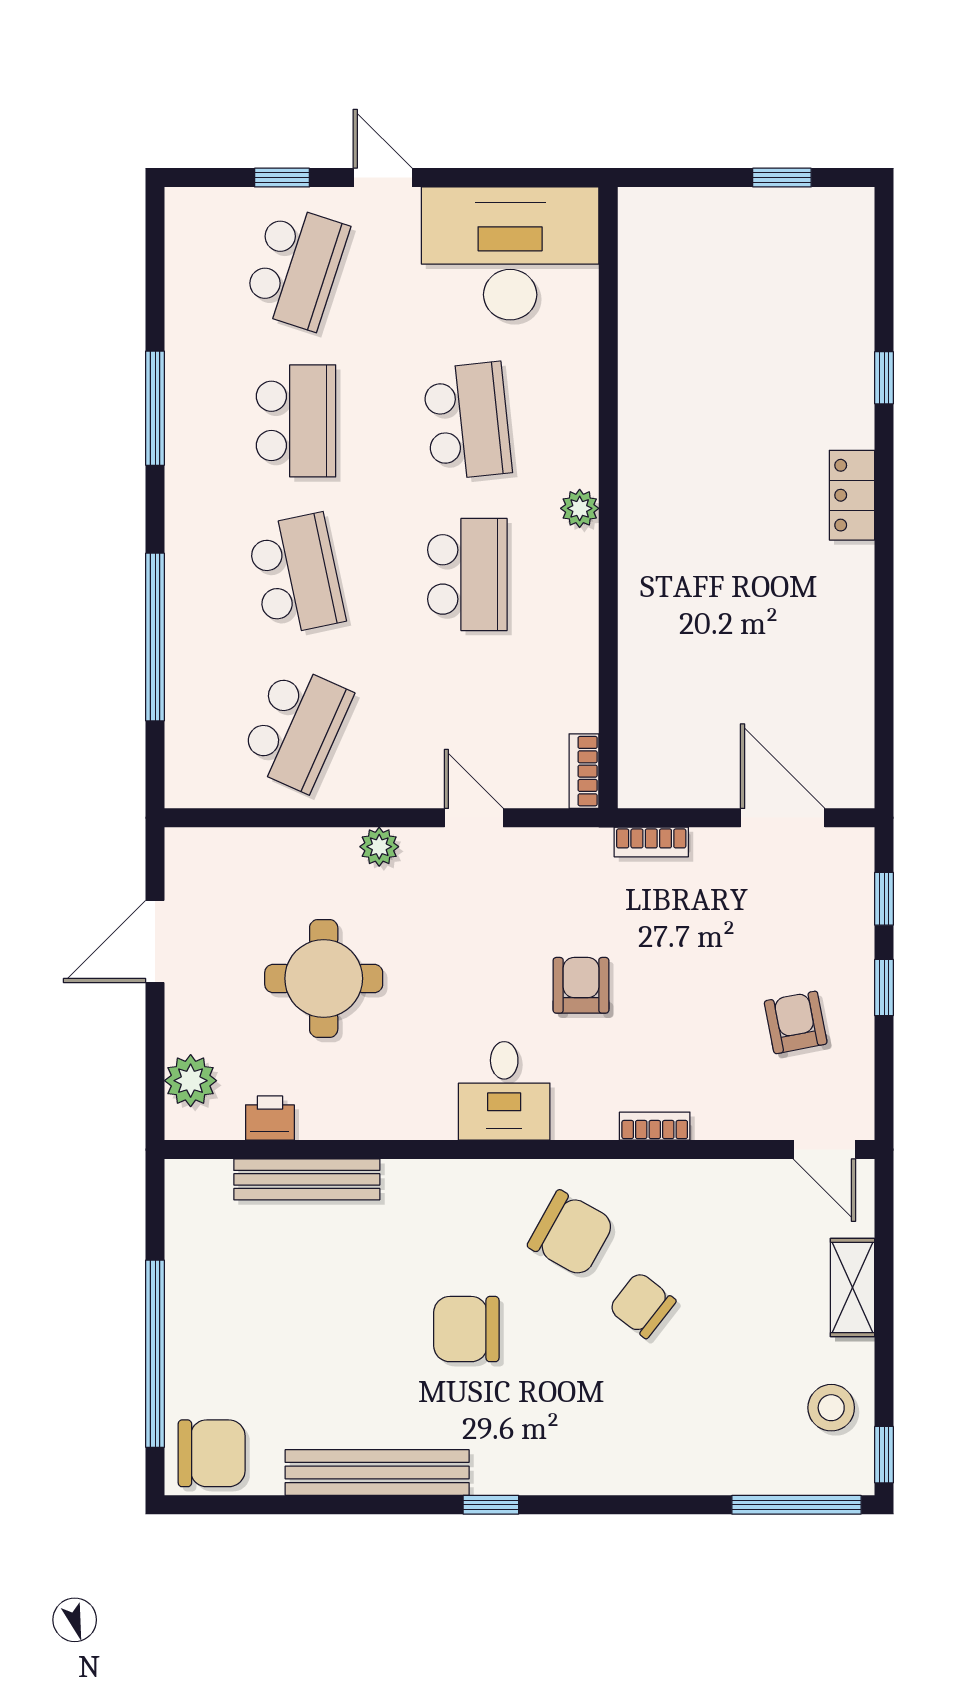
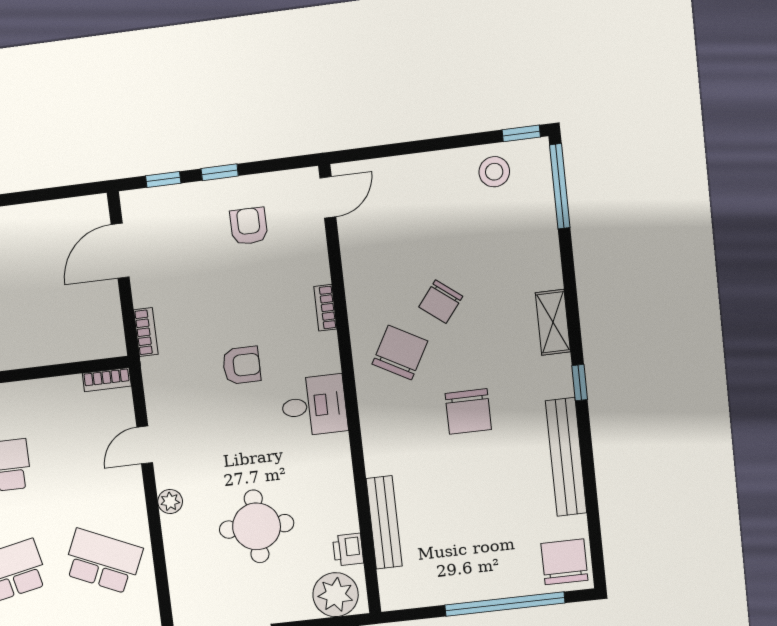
armchair: (581, 985) -> (242, 365), turned 180
armchair: (796, 1022) -> (249, 226), turned 101
plant: (191, 1081) -> (336, 595), width x1.36, depth x1.36
shelving: (853, 1288) -> (553, 322), moved, turned 90

